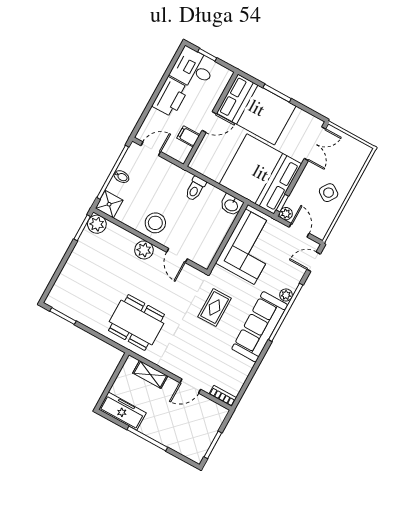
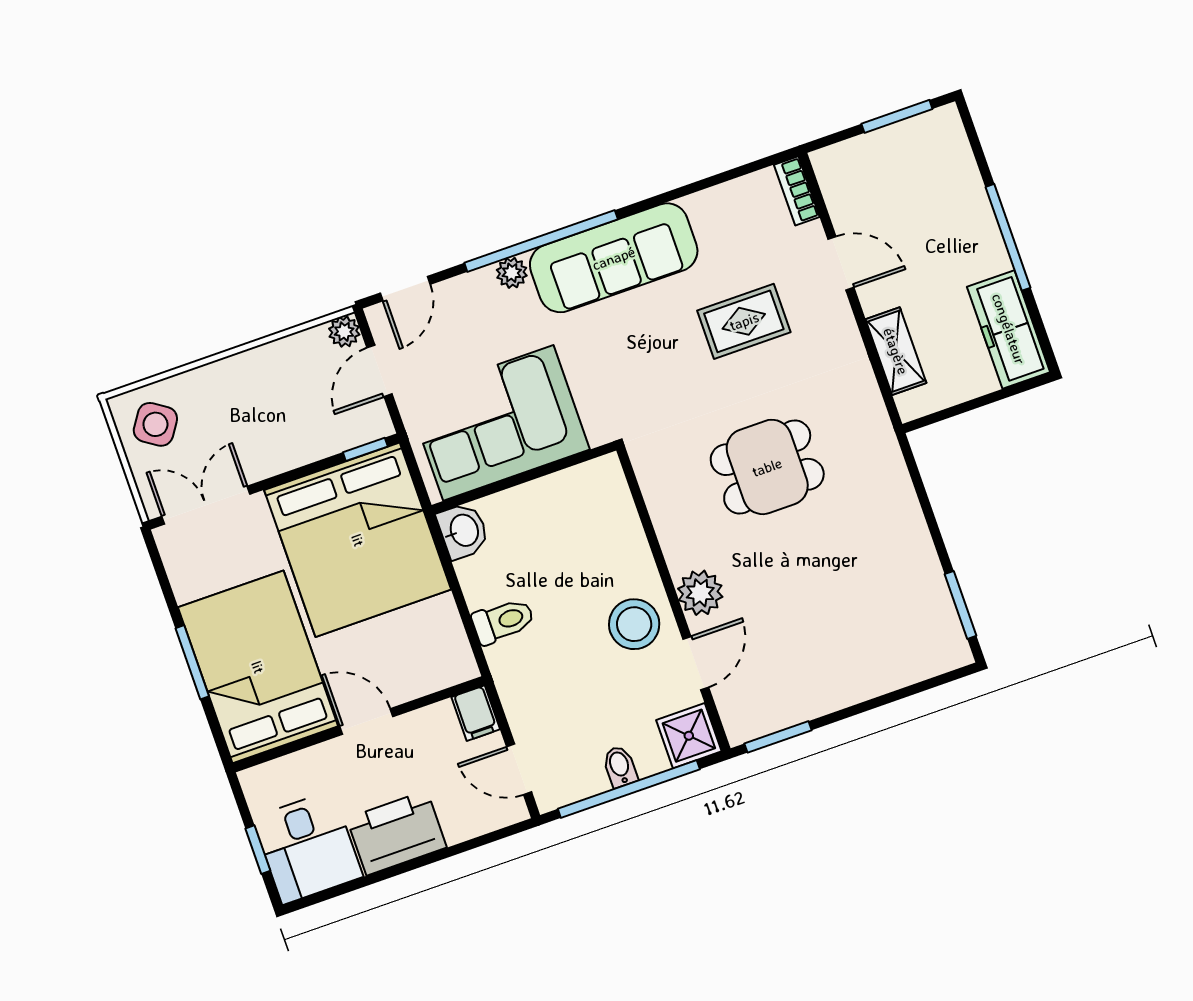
filing cabinet: (188, 136) -> (476, 713), moved
side table: (329, 193) -> (155, 424), moved
plant: (286, 214) -> (344, 332), moved
plant: (97, 224) -> (745, 719), removed
door: (177, 255) -> (696, 663), moved
door: (314, 262) -> (405, 289), hinge flipped
rug: (215, 307) -> (744, 321), moved
dining table: (137, 322) -> (767, 467), moved, width x0.73

